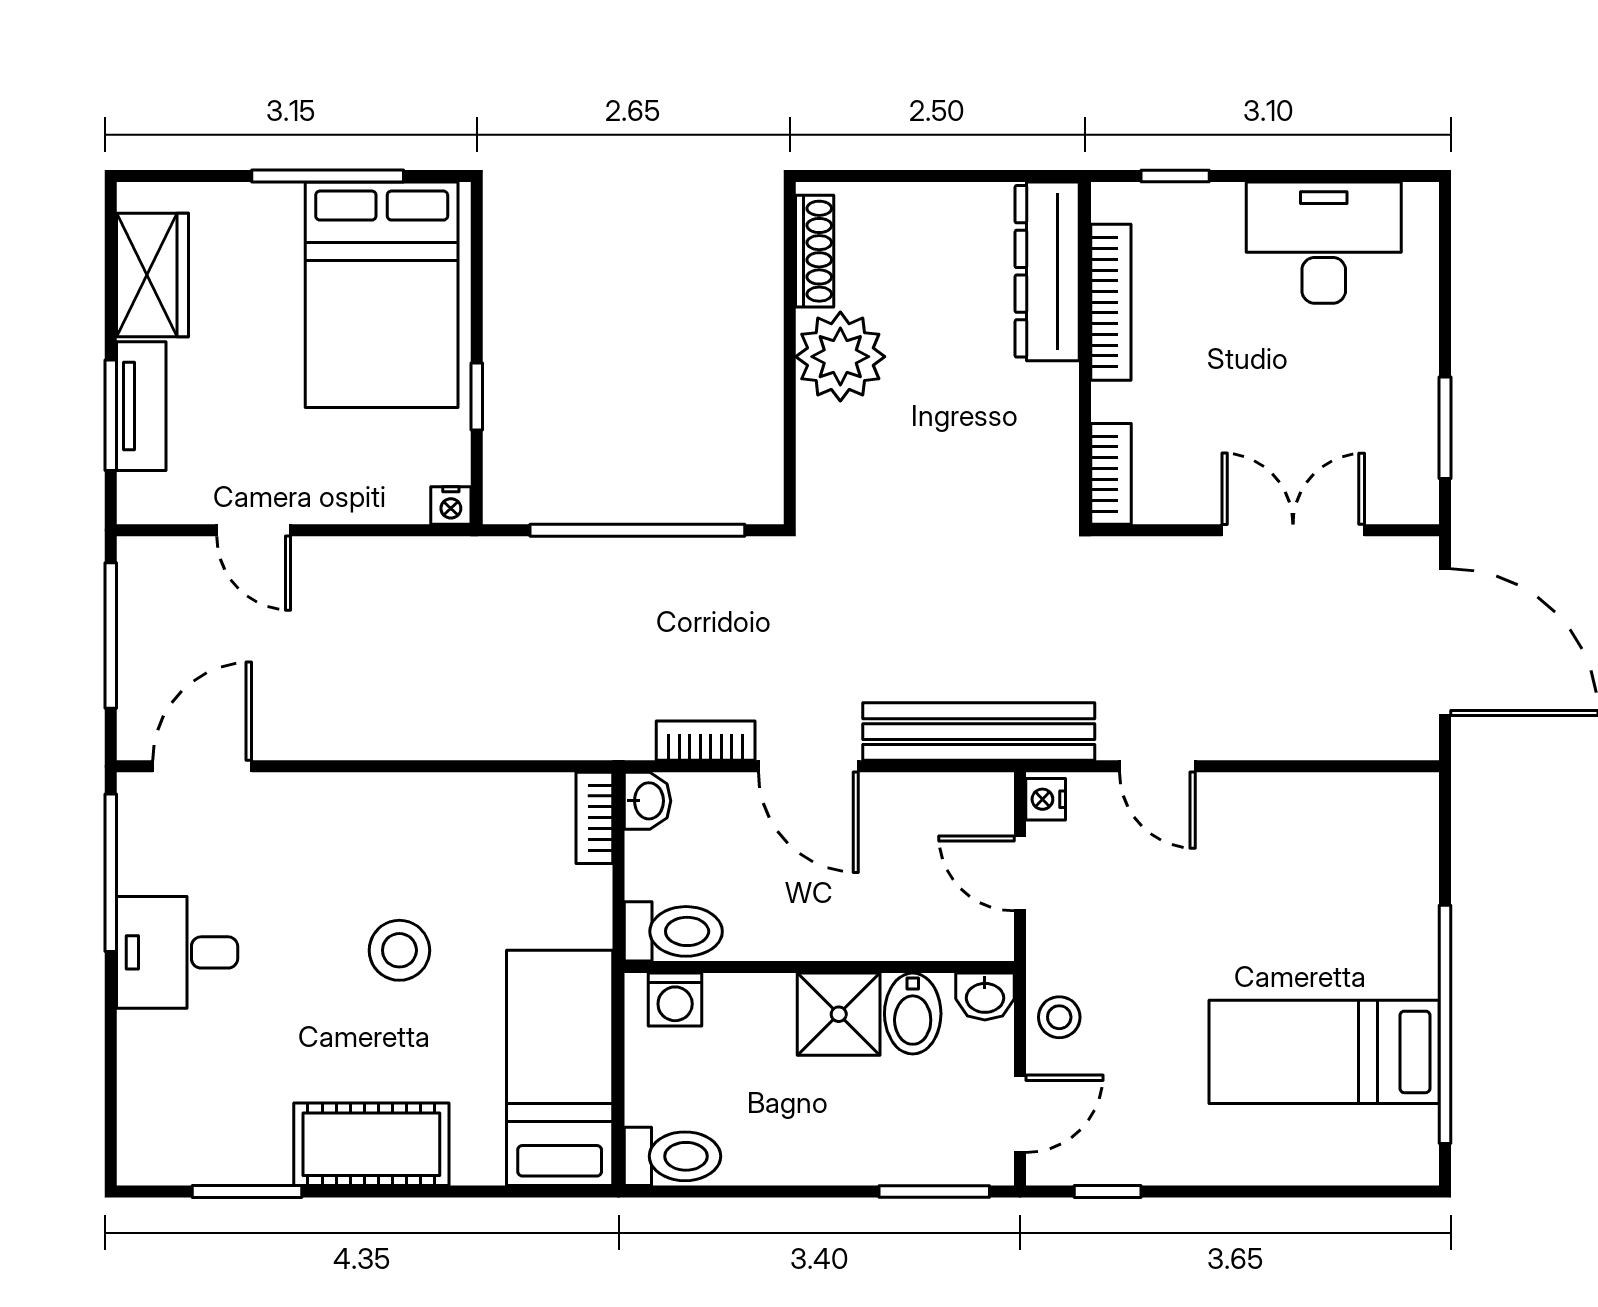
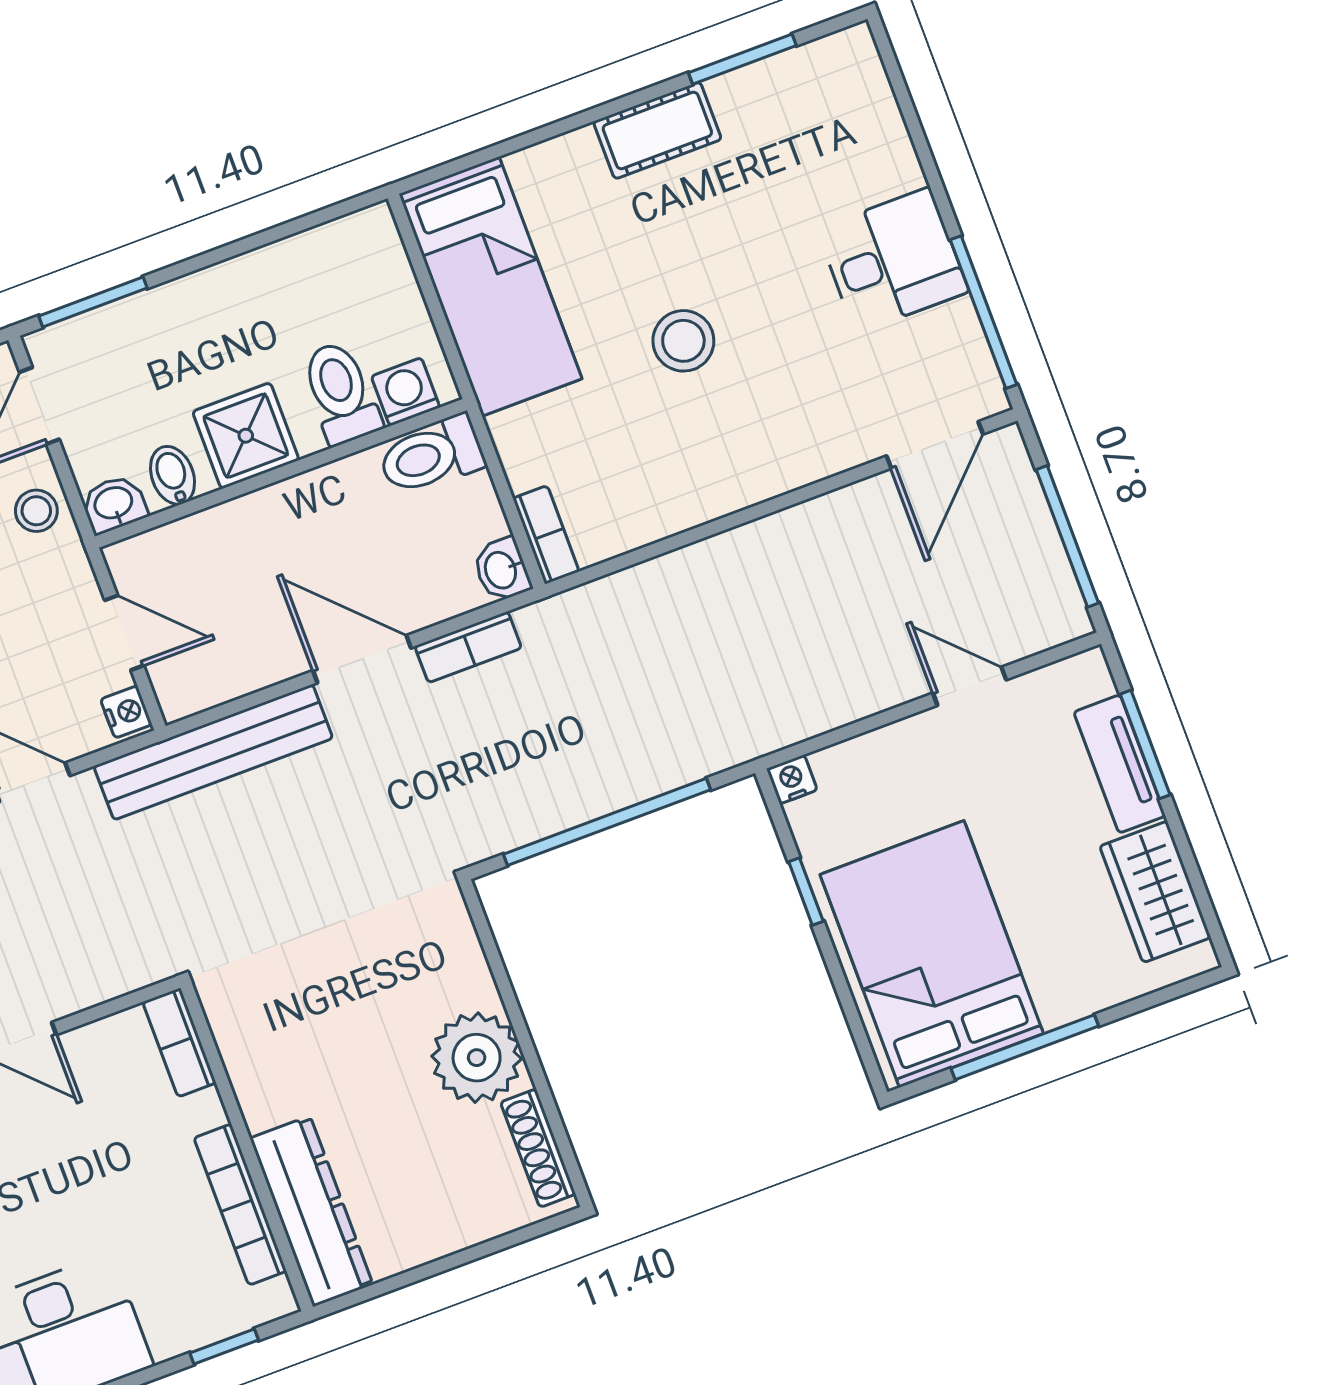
bidet: (913, 1014) -> (173, 475), width x0.72, depth x0.74
cot: (371, 1144) -> (657, 130), width x0.73, depth x0.75
toilet: (672, 1156) -> (341, 393), moved, turned 90

